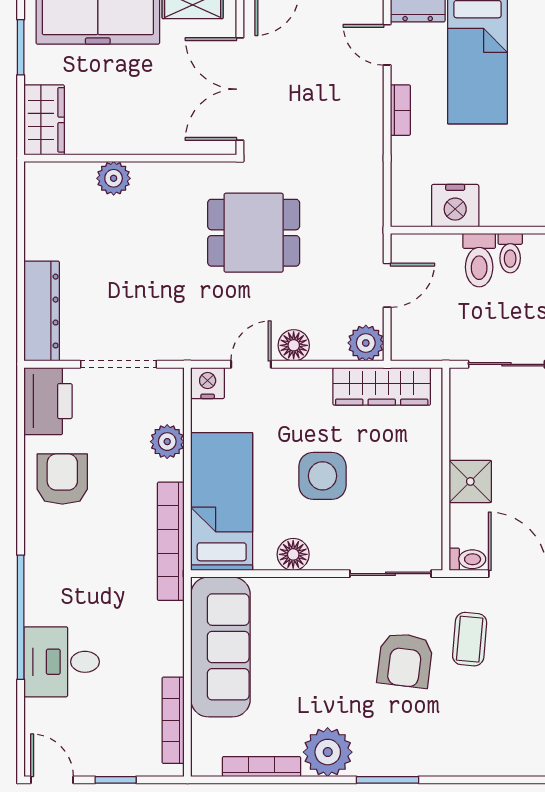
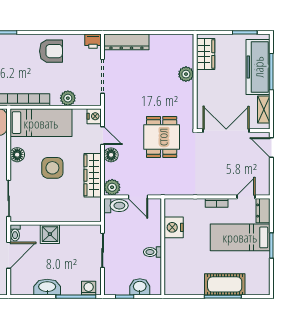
wardrobe: (44, 120) -> (206, 54), moved, turned -90
toilet: (479, 260) -> (116, 206), moved, turned 180
wardrobe: (382, 386) -> (93, 175), moved
printer: (48, 401) -> (93, 41), width x0.53, depth x0.68

